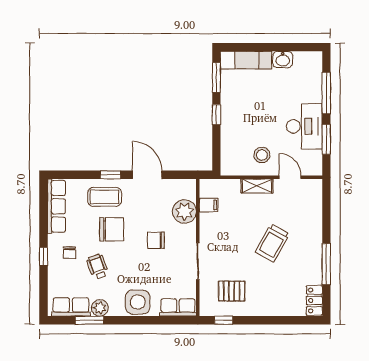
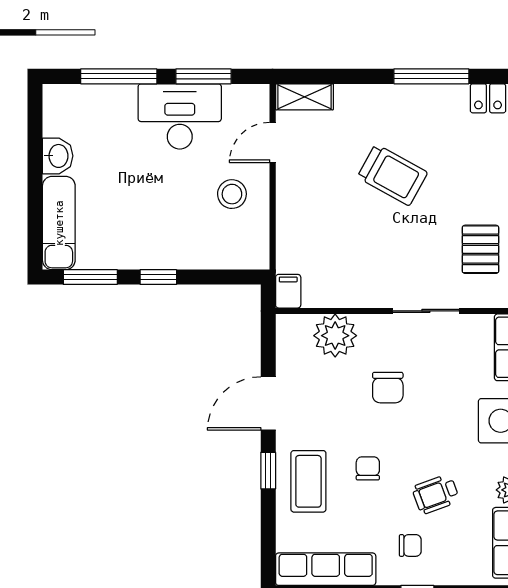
shelving: (257, 186) -> (304, 97), moved, turned 90
filing cabinet: (209, 205) -> (288, 291), moved
chair: (112, 229) -> (368, 468), width x0.54, depth x0.54

